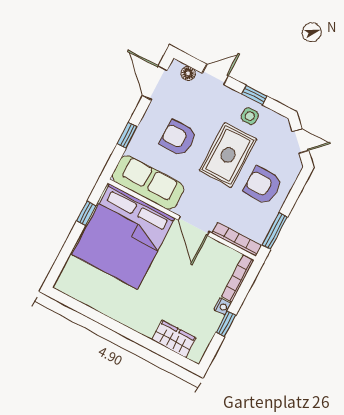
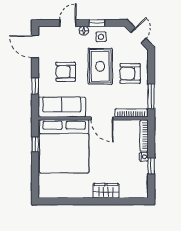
floor lamp: (188, 73) -> (84, 31), moved
door: (300, 141) -> (138, 36), hinge flipped
wardrobe: (174, 339) -> (106, 191), moved

